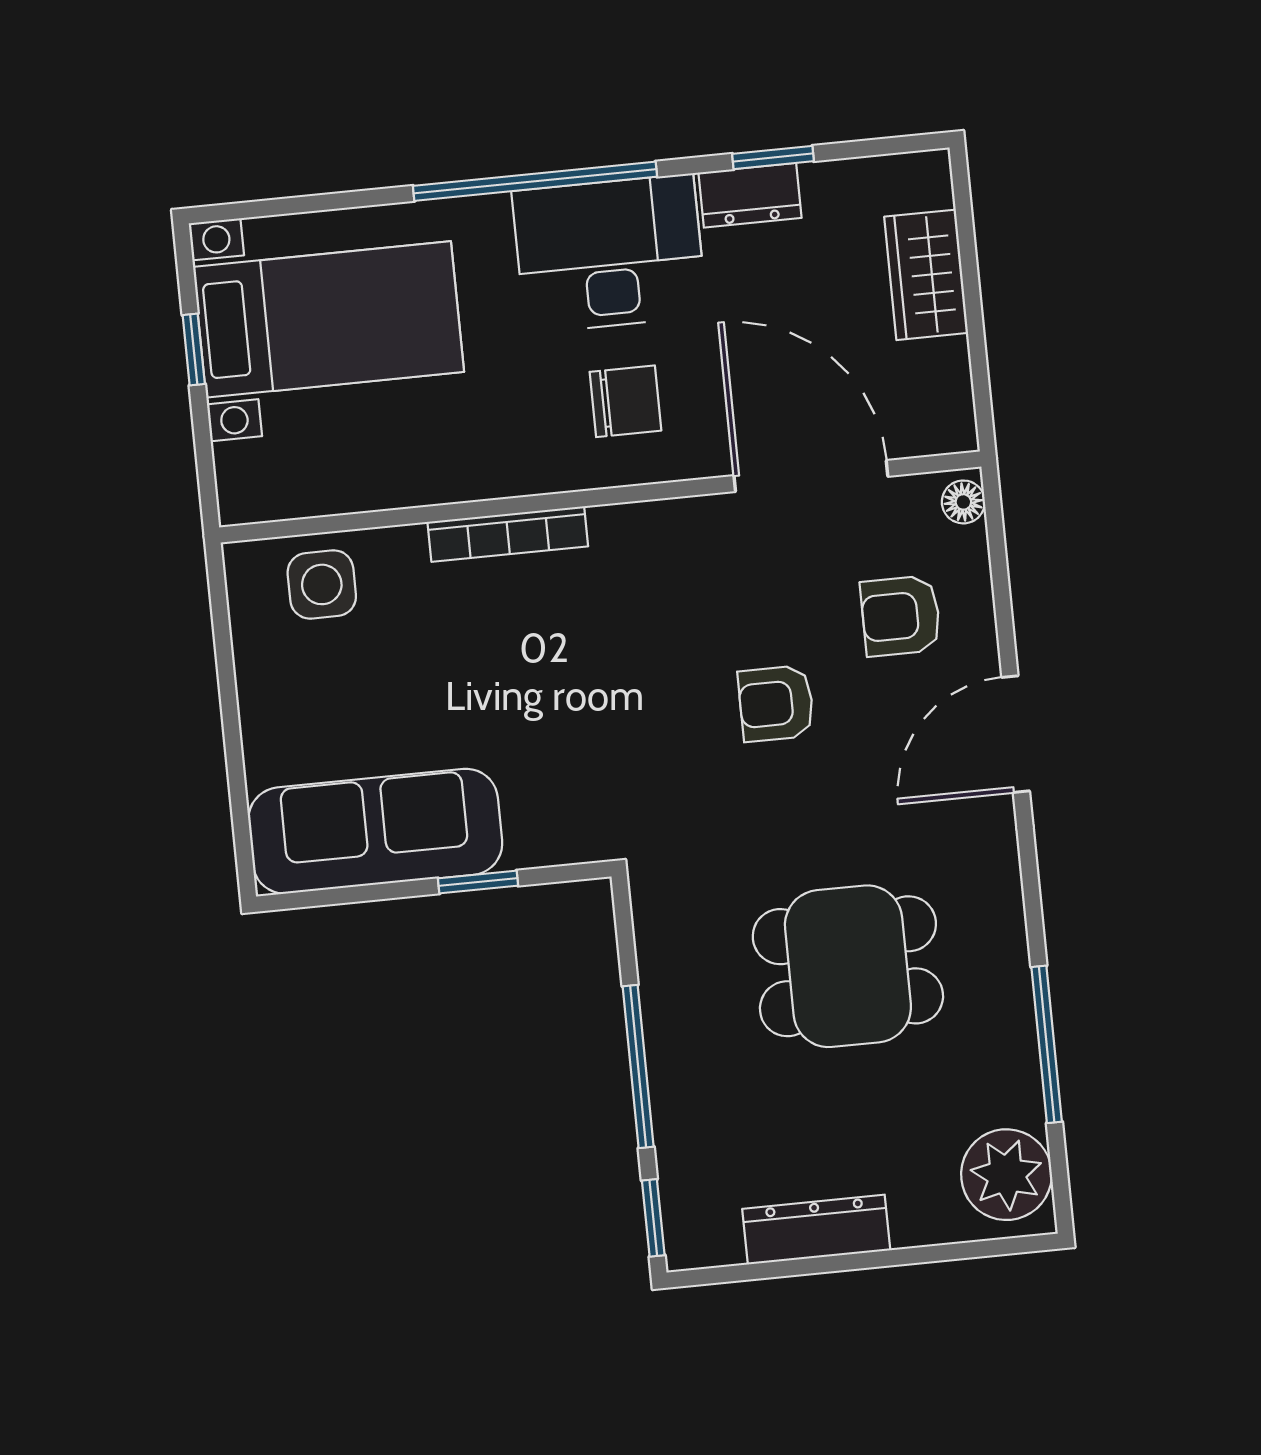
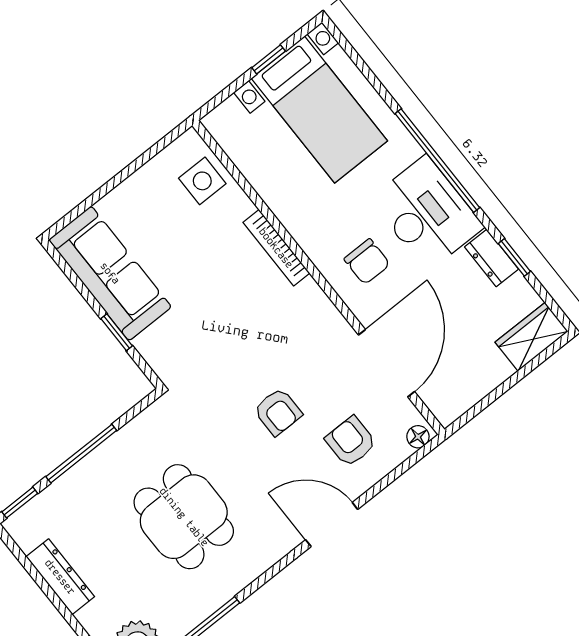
wardrobe: (926, 275) -> (532, 337), moved
armchair: (776, 703) -> (278, 412), turned 180

